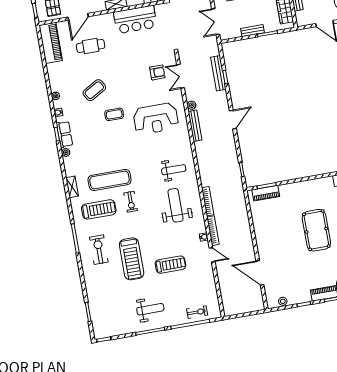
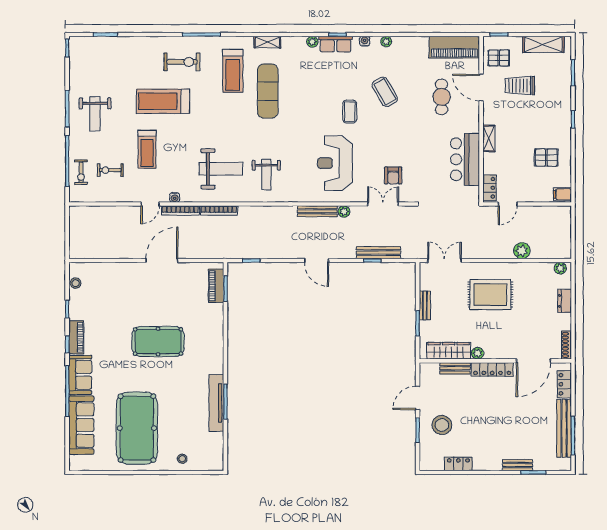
exercise bike: (131, 202) -> (110, 170), moved
door: (260, 273) -> (162, 261), moved

